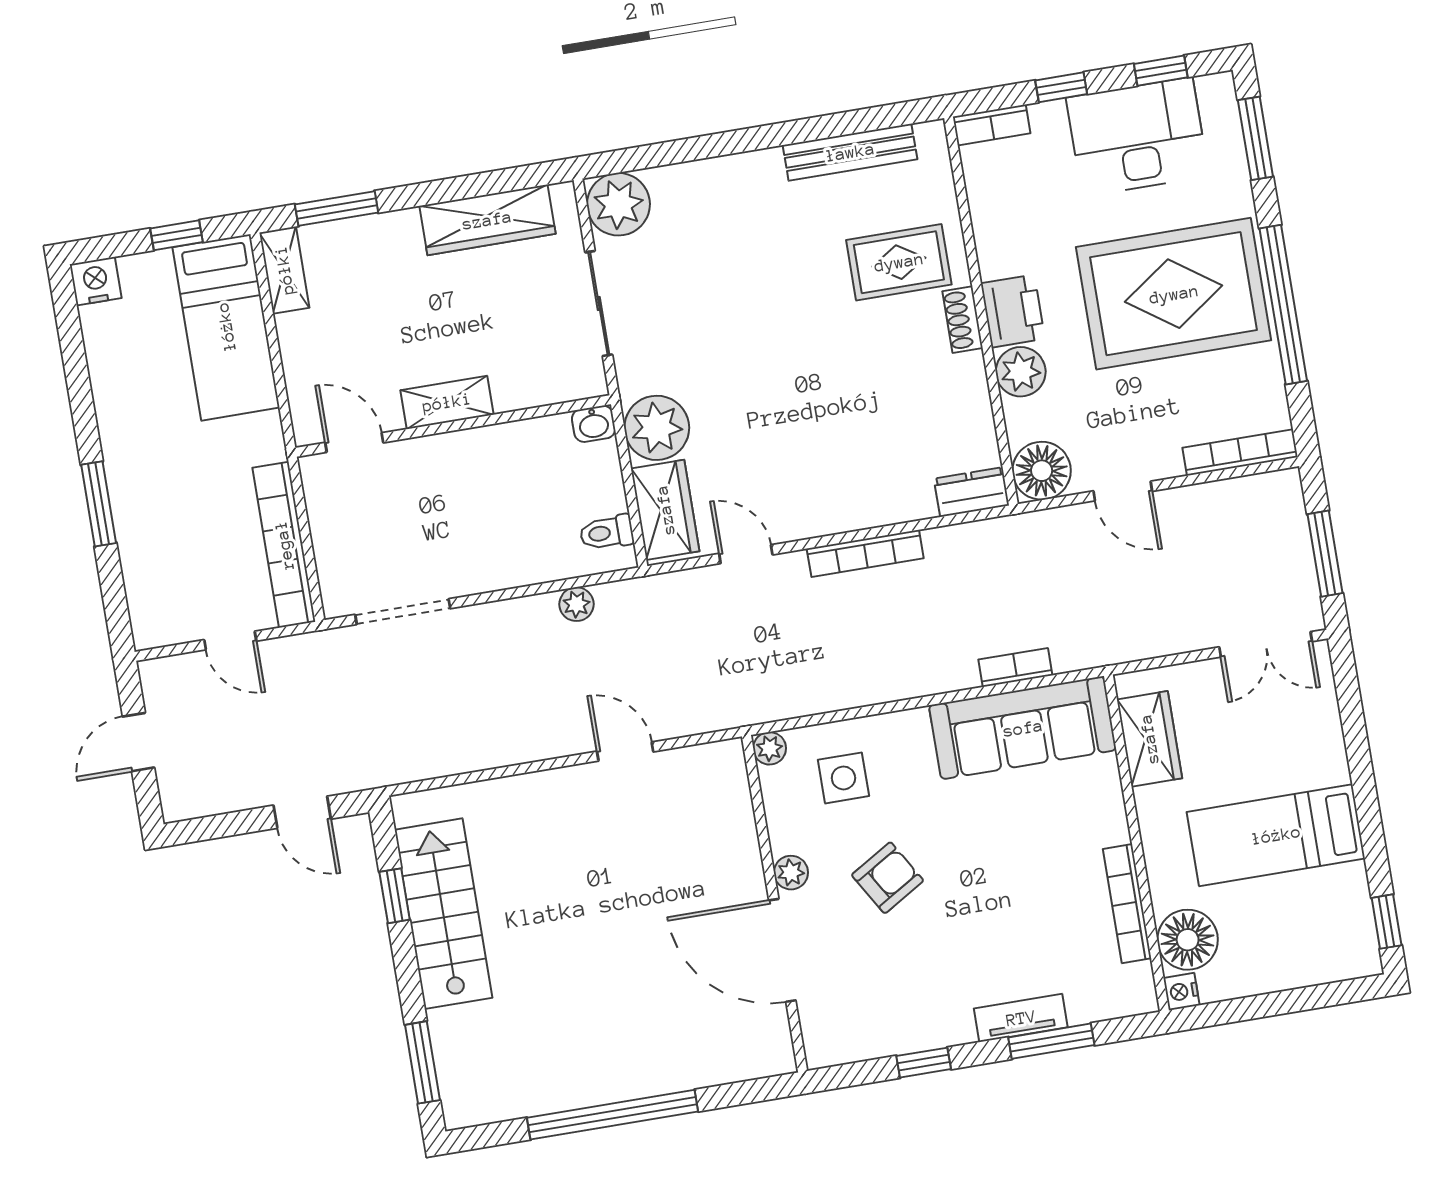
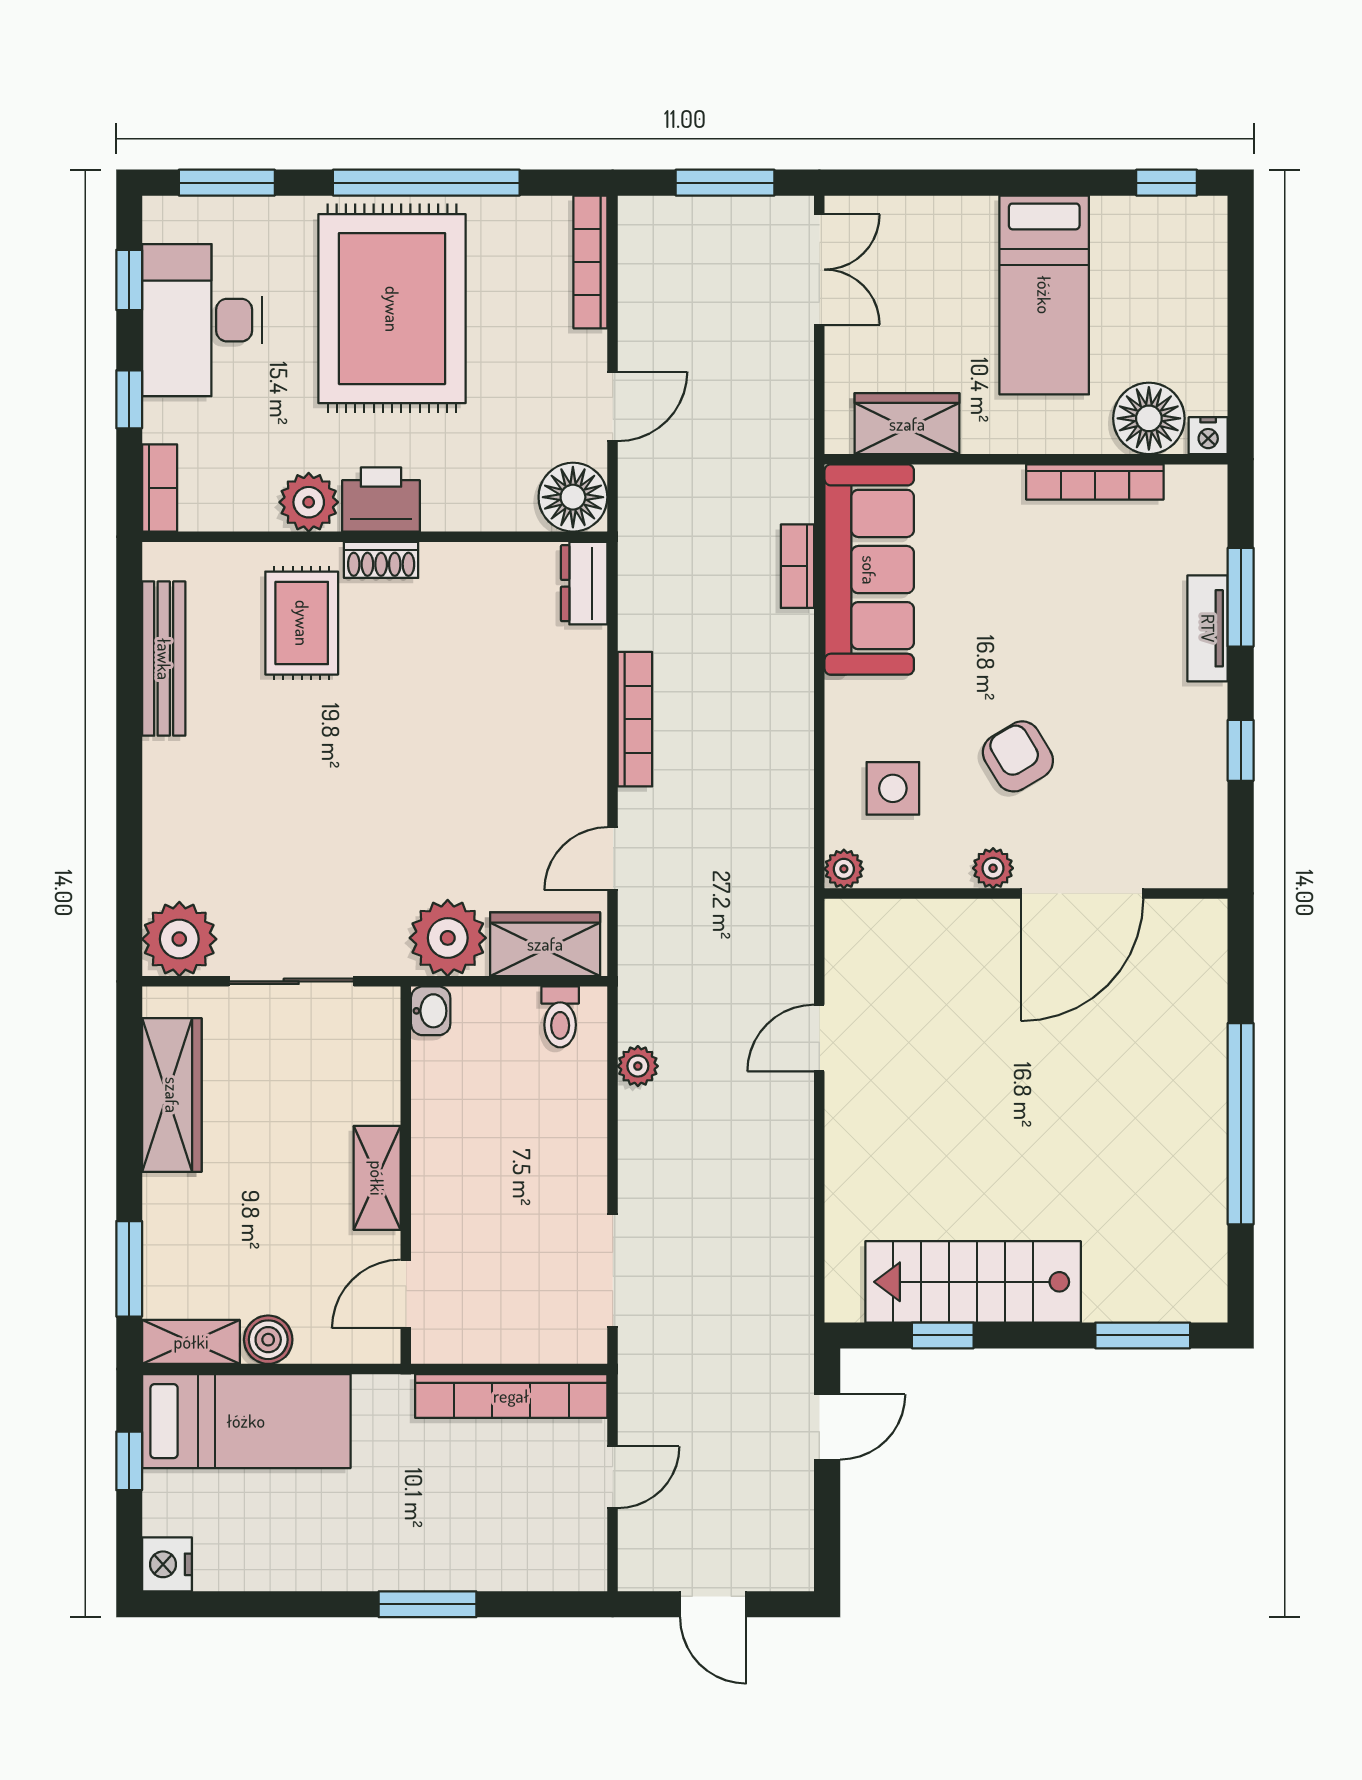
boiler: (297, 334) -> (268, 1340), added
plant: (1021, 372) -> (309, 502), moved

